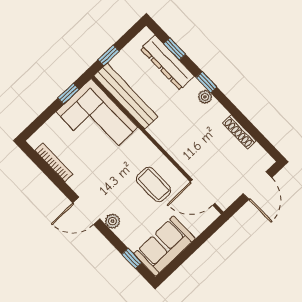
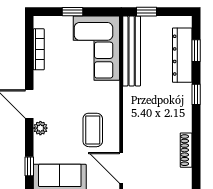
window: (68, 94) -> (72, 12), moved
plant: (205, 97) -> (186, 103), removed

